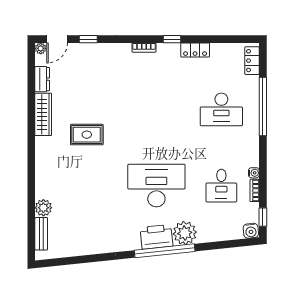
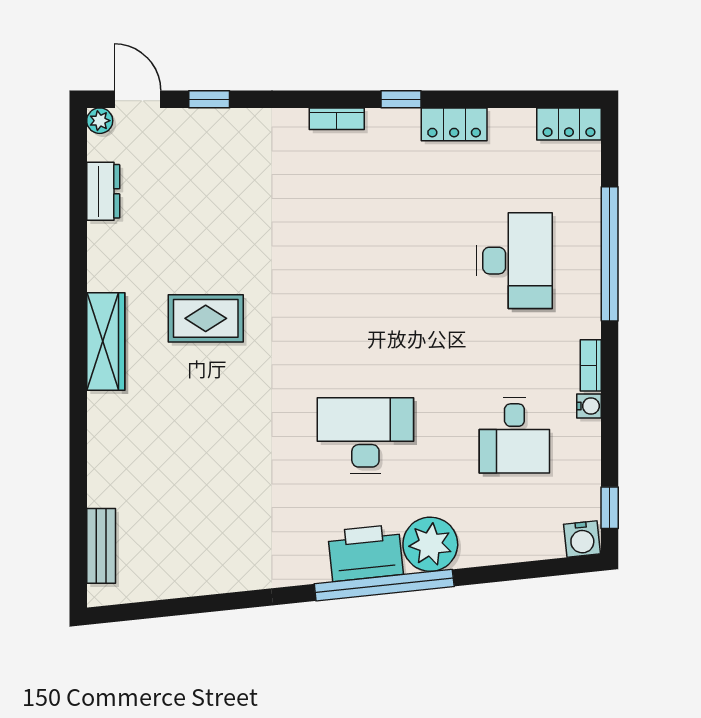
door: (57, 39) -> (137, 99), swing flipped
locker: (252, 61) -> (569, 124), moved, turned -90
desk: (221, 109) -> (514, 261), turned -90
wardrobe: (43, 114) -> (106, 342), moved
desk: (156, 186) -> (365, 435), width x0.73, depth x0.77
bookcase: (255, 190) -> (591, 365), moved
plant: (43, 208) -> (106, 486), removed

